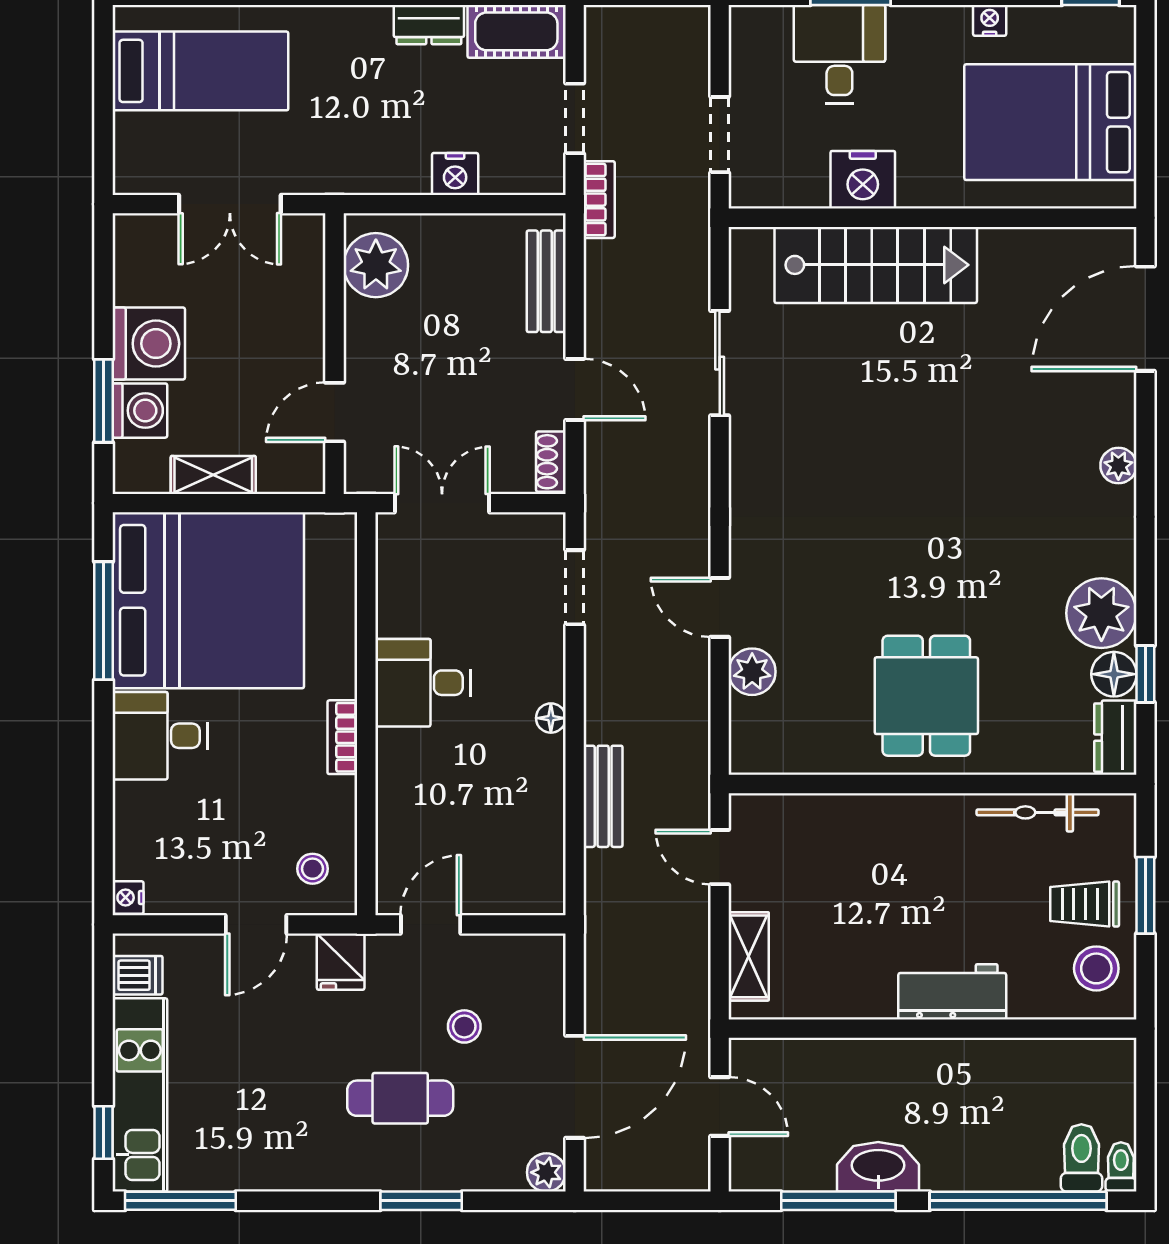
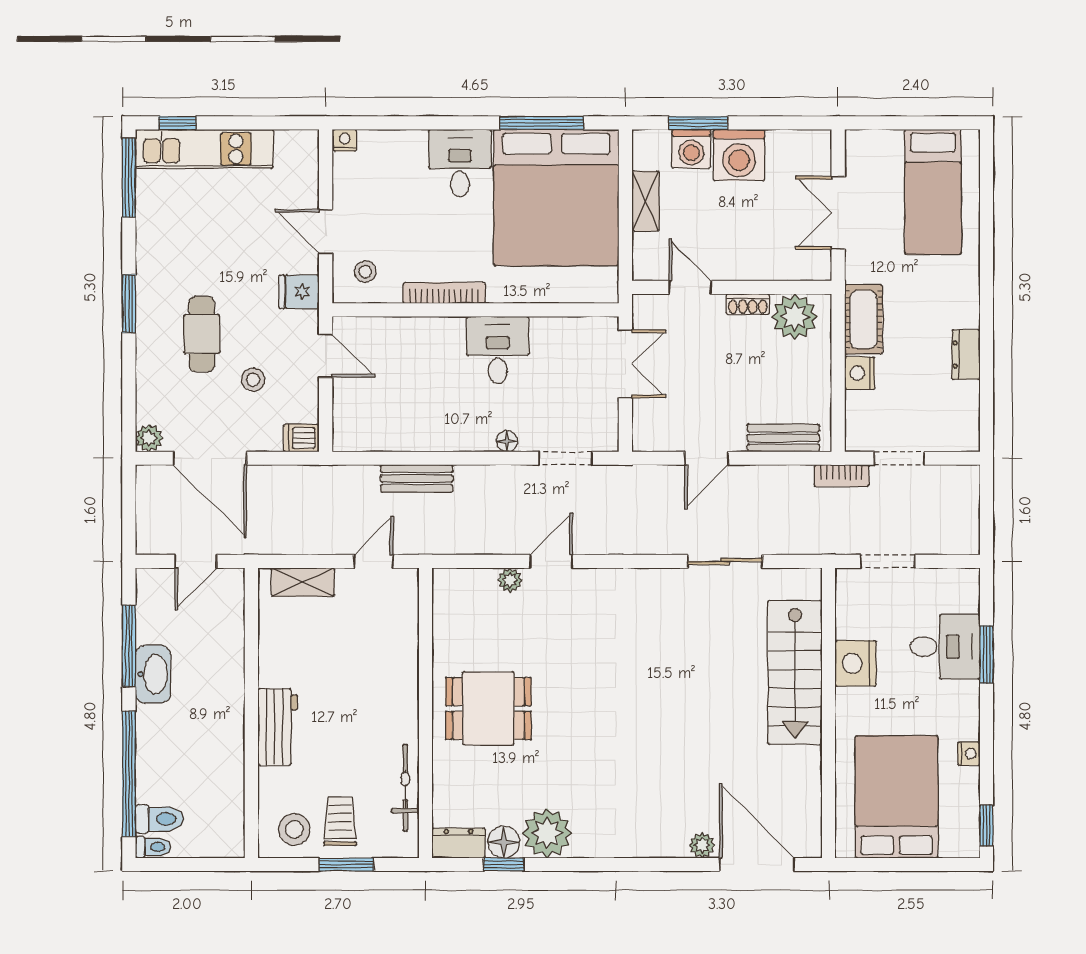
cot: (516, 31) -> (864, 320), moved
shoe rack: (551, 462) -> (748, 304), moved, turned 180
plant: (1118, 466) -> (702, 845), moved
plant: (752, 672) -> (510, 580), width x0.73, depth x0.73
floor lamp: (551, 718) -> (507, 441), moved
bookcase: (342, 737) -> (444, 293), width x1.56
dishwasher: (138, 975) -> (301, 438), moved, turned 90
window: (421, 1201) -> (129, 304), moved

